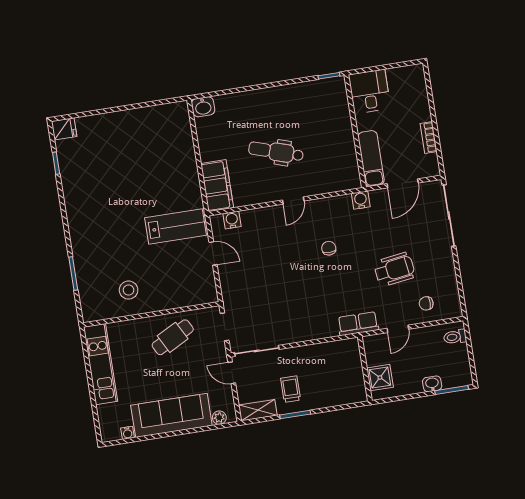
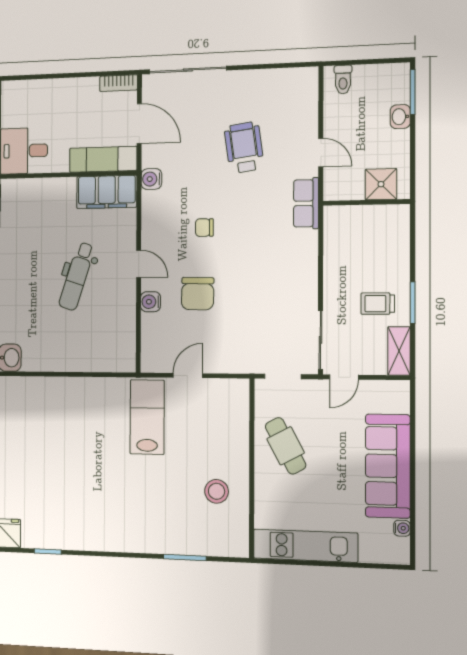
bookcase: (429, 137) -> (119, 83), moved
filing cabinet: (217, 186) -> (107, 192), moved, turned 180
water cooler: (232, 220) -> (150, 302), moved
chair: (426, 303) -> (198, 294), moved, width x1.87, depth x1.87
plant: (219, 418) -> (401, 403), removed

